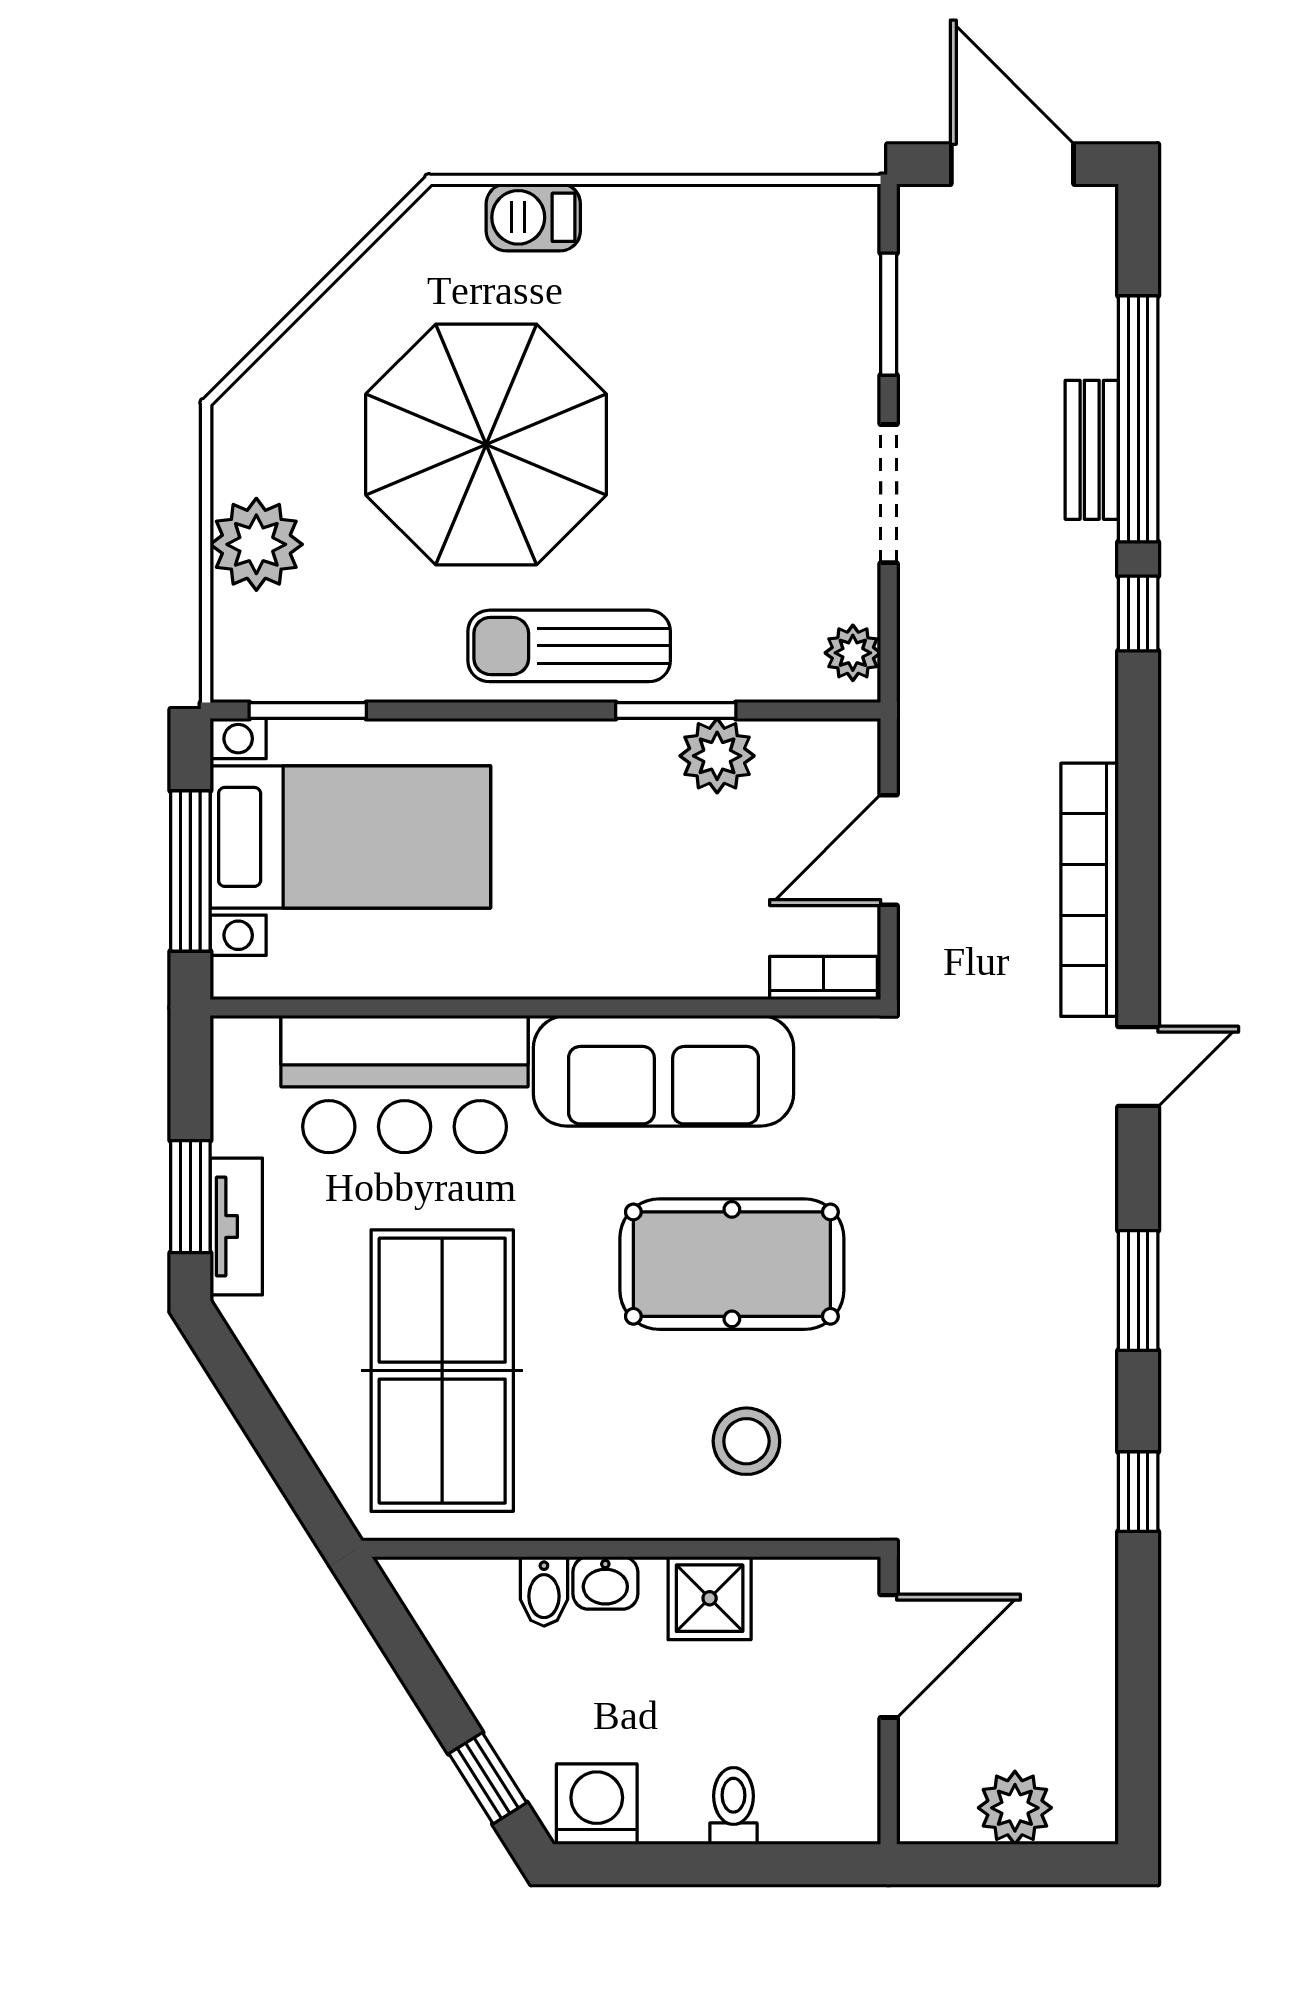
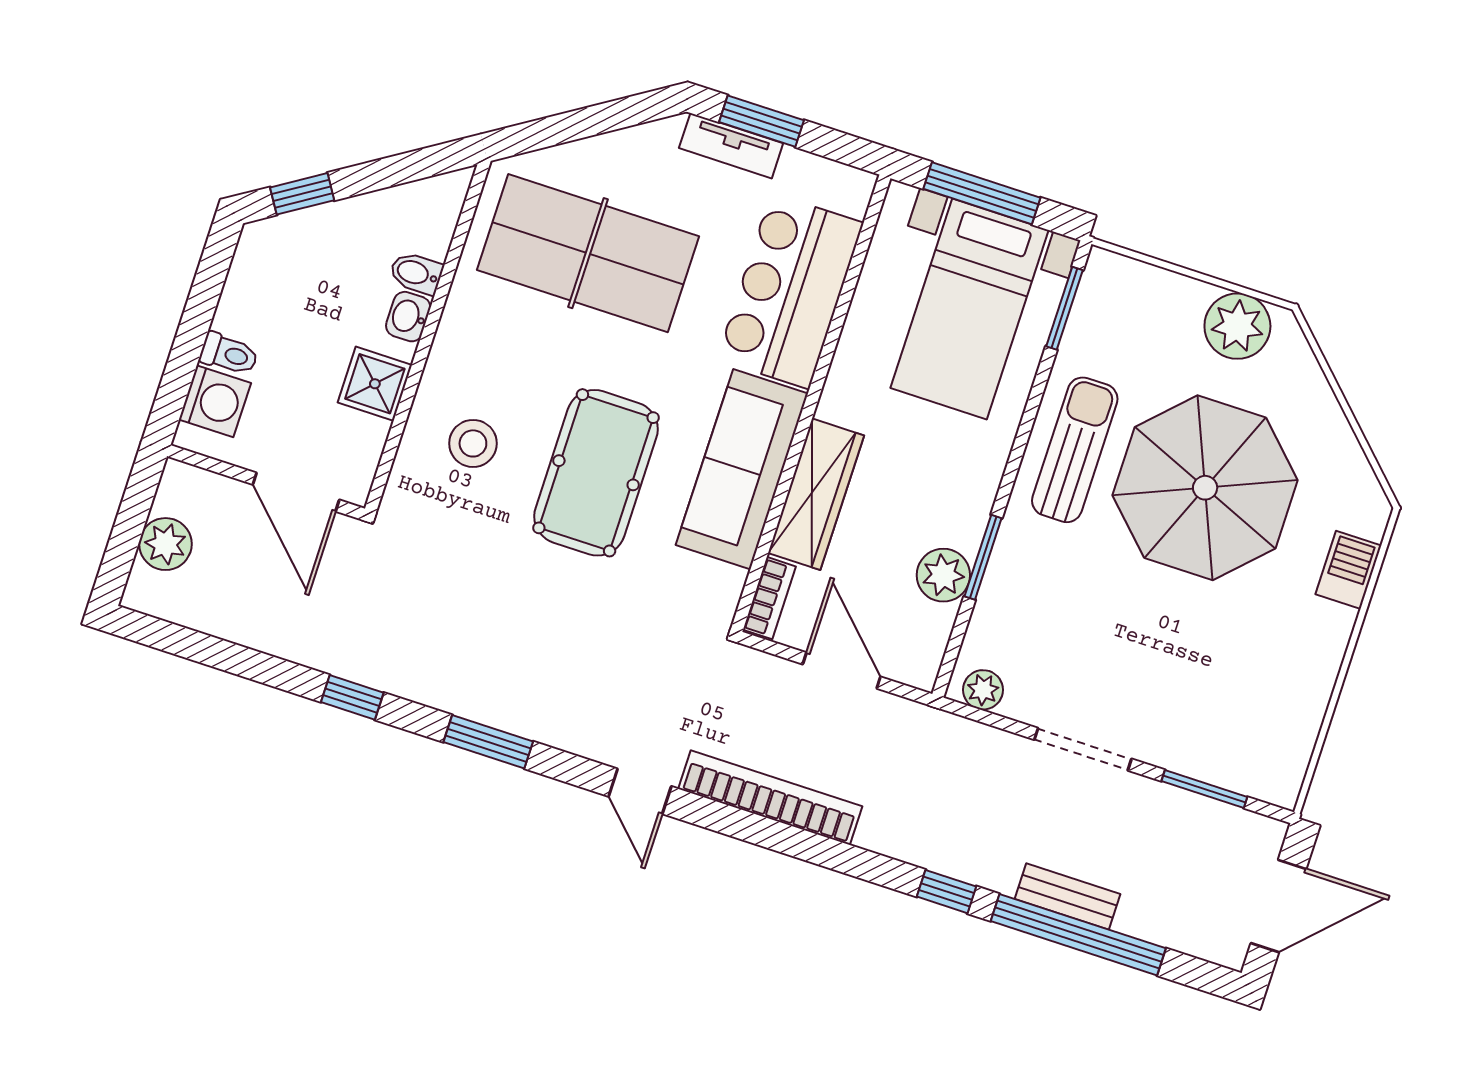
plant: (256, 544) -> (1237, 326), moved
sun lounger: (569, 646) -> (1075, 450), moved
wardrobe: (665, 961) -> (816, 494), added
washing machine: (597, 1804) -> (215, 401), moved

